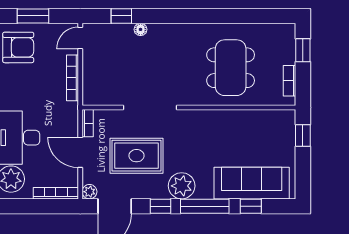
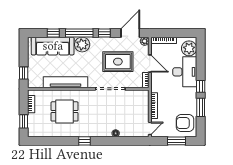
window: (121, 16) -> (85, 141), moved
dining table: (231, 68) -> (65, 111), width x0.73
tv unit: (229, 119) -> (65, 82), added
plant: (182, 186) -> (82, 45), moved

